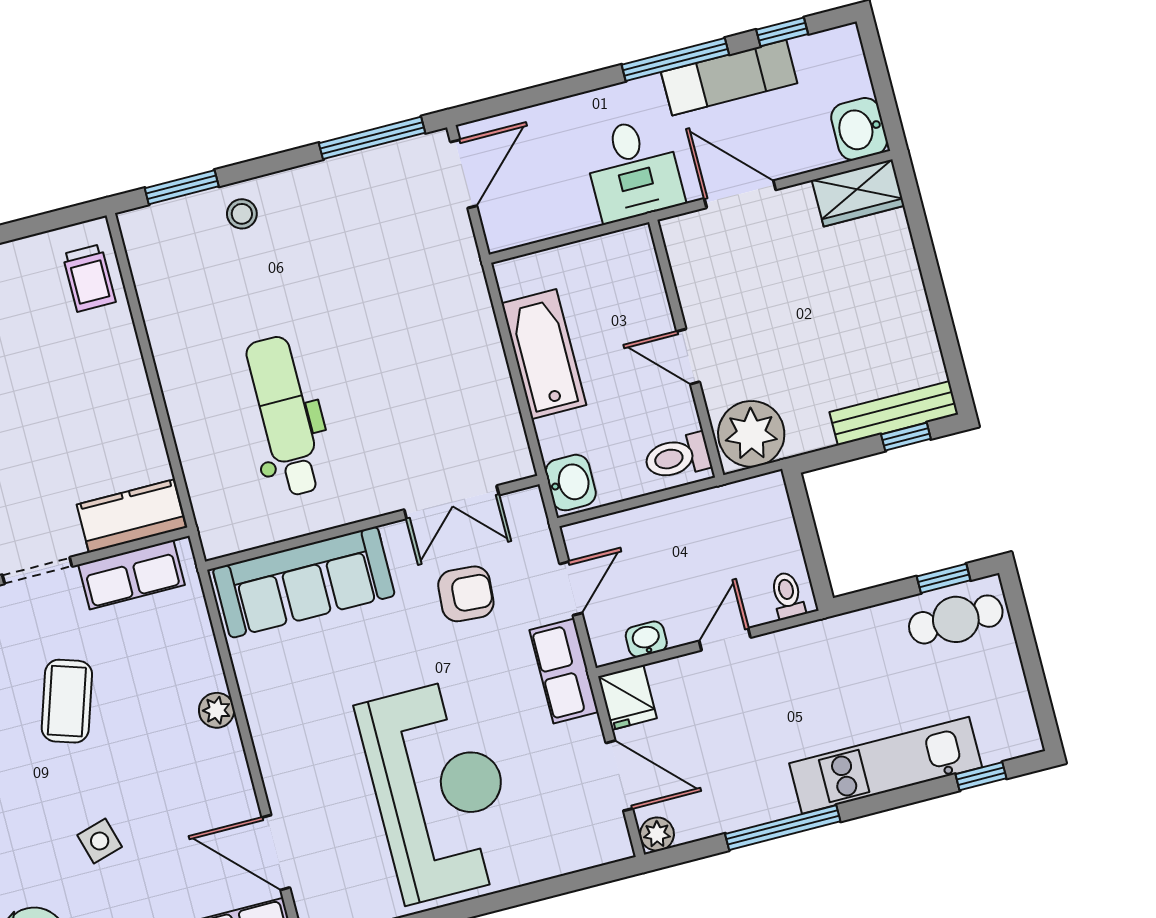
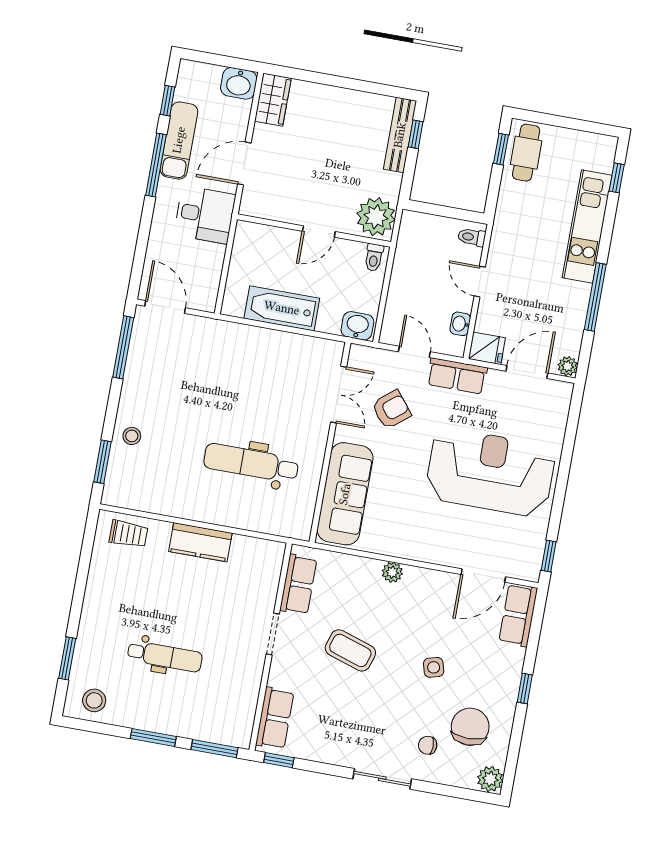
toilet: (677, 457) -> (374, 257), width x0.73, depth x0.72
kitchen counter: (131, 516) -> (200, 542), moved, turned -90
armchair: (466, 594) -> (391, 410), turned 47

